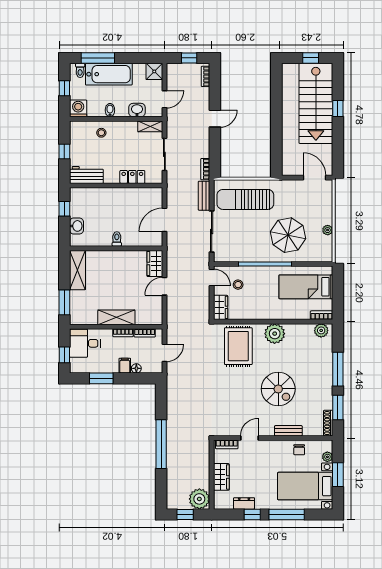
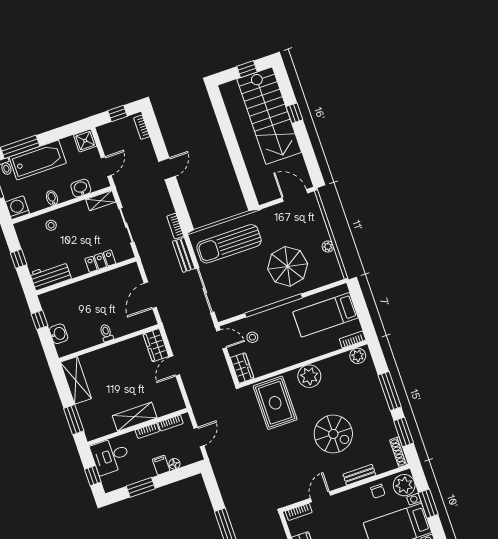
plant: (327, 457) -> (404, 485), width x1.88, depth x1.88

